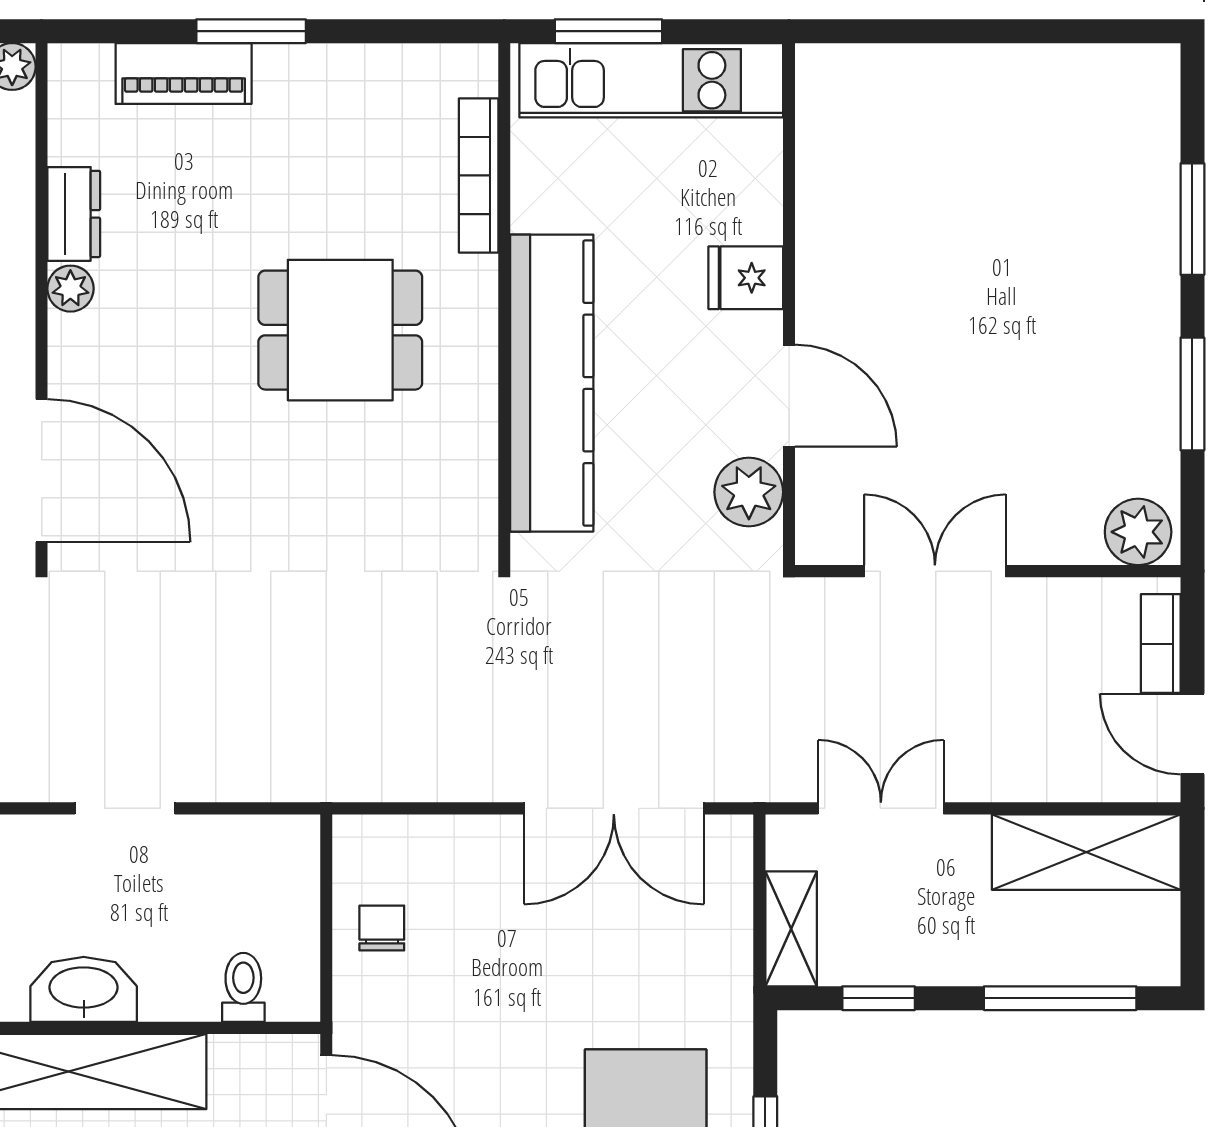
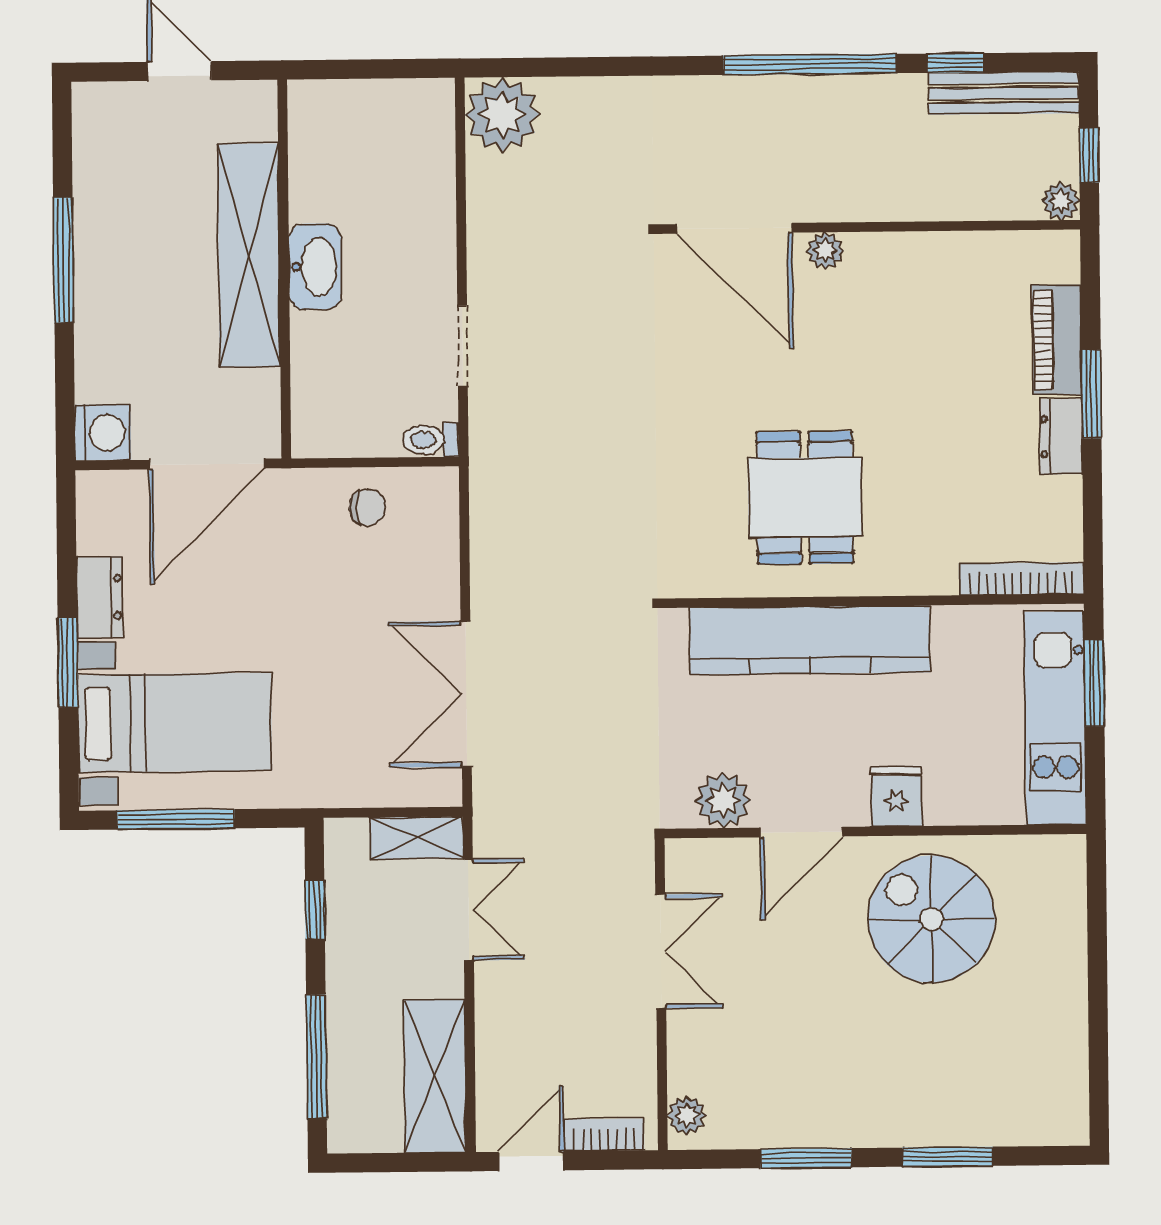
bookcase: (479, 175) -> (1021, 579), moved
dresser: (74, 214) -> (1061, 437), moved, turned 90
spiral stairs: (898, 236) -> (931, 919), added
plant: (70, 289) -> (825, 251), moved
dining table: (340, 330) -> (805, 498), moved
door: (42, 471) -> (734, 228), hinge flipped
plant: (1138, 532) -> (687, 1115), width x0.73, depth x0.73
doorway: (125, 808) -> (463, 346), moved
shelving: (791, 929) -> (416, 838), moved
toilet: (243, 987) -> (431, 440), moved, turned 180

